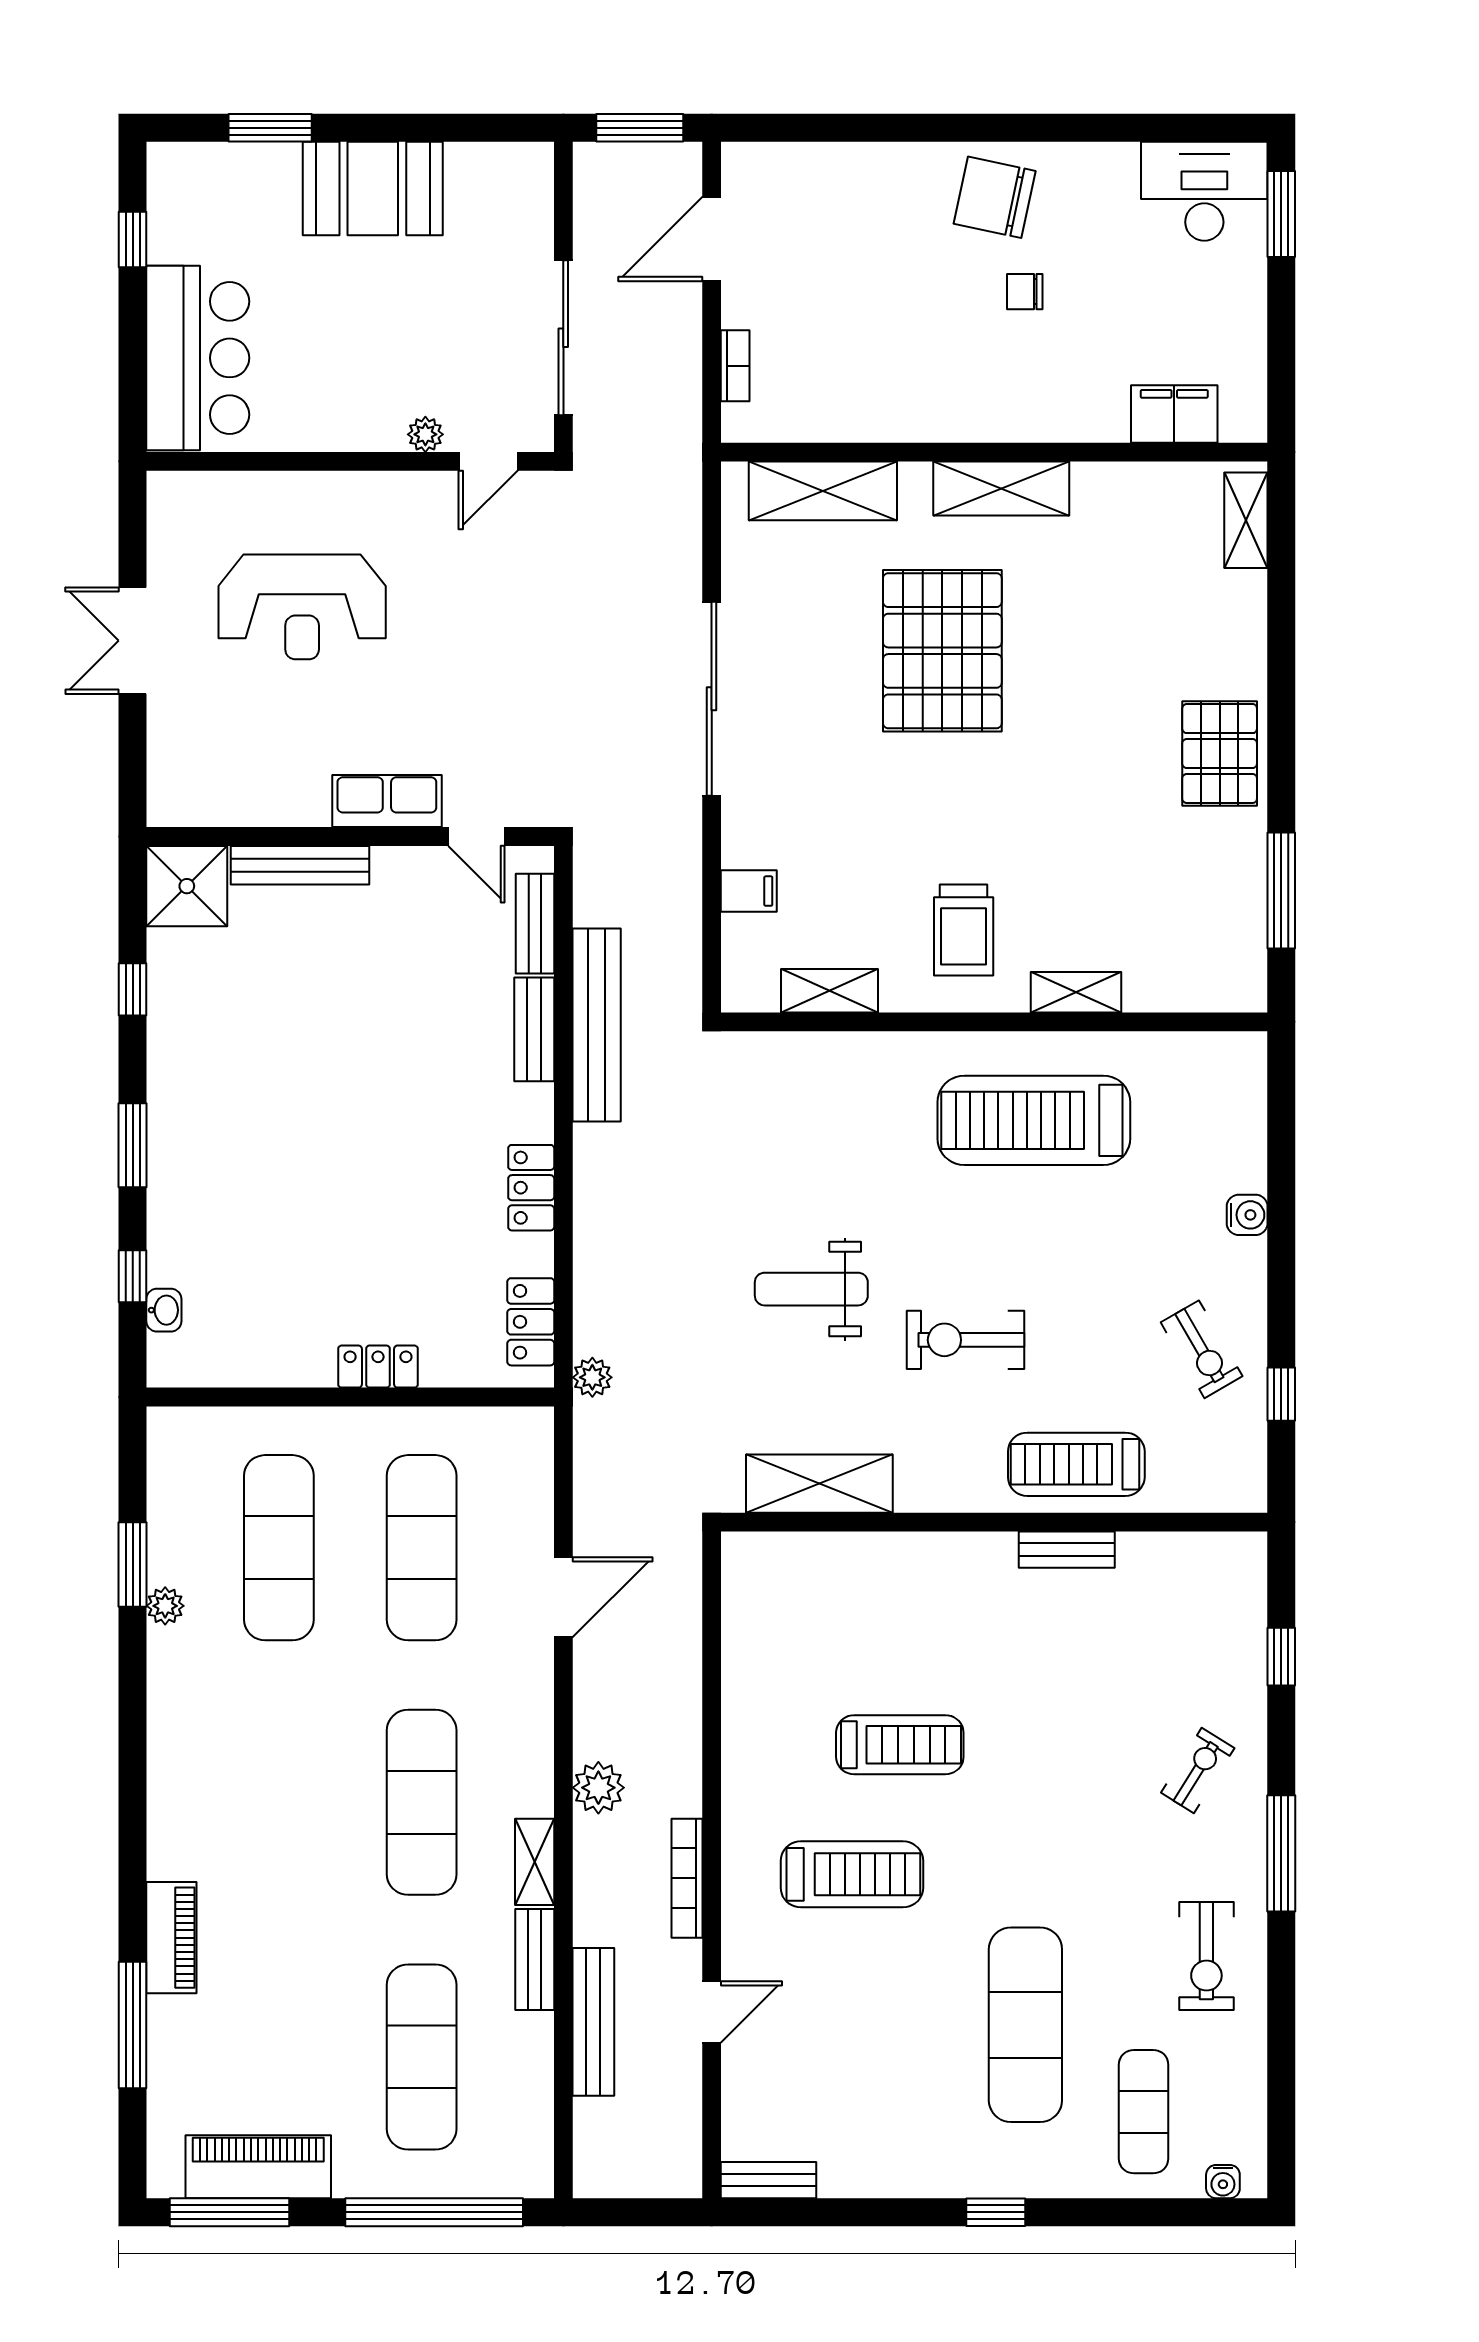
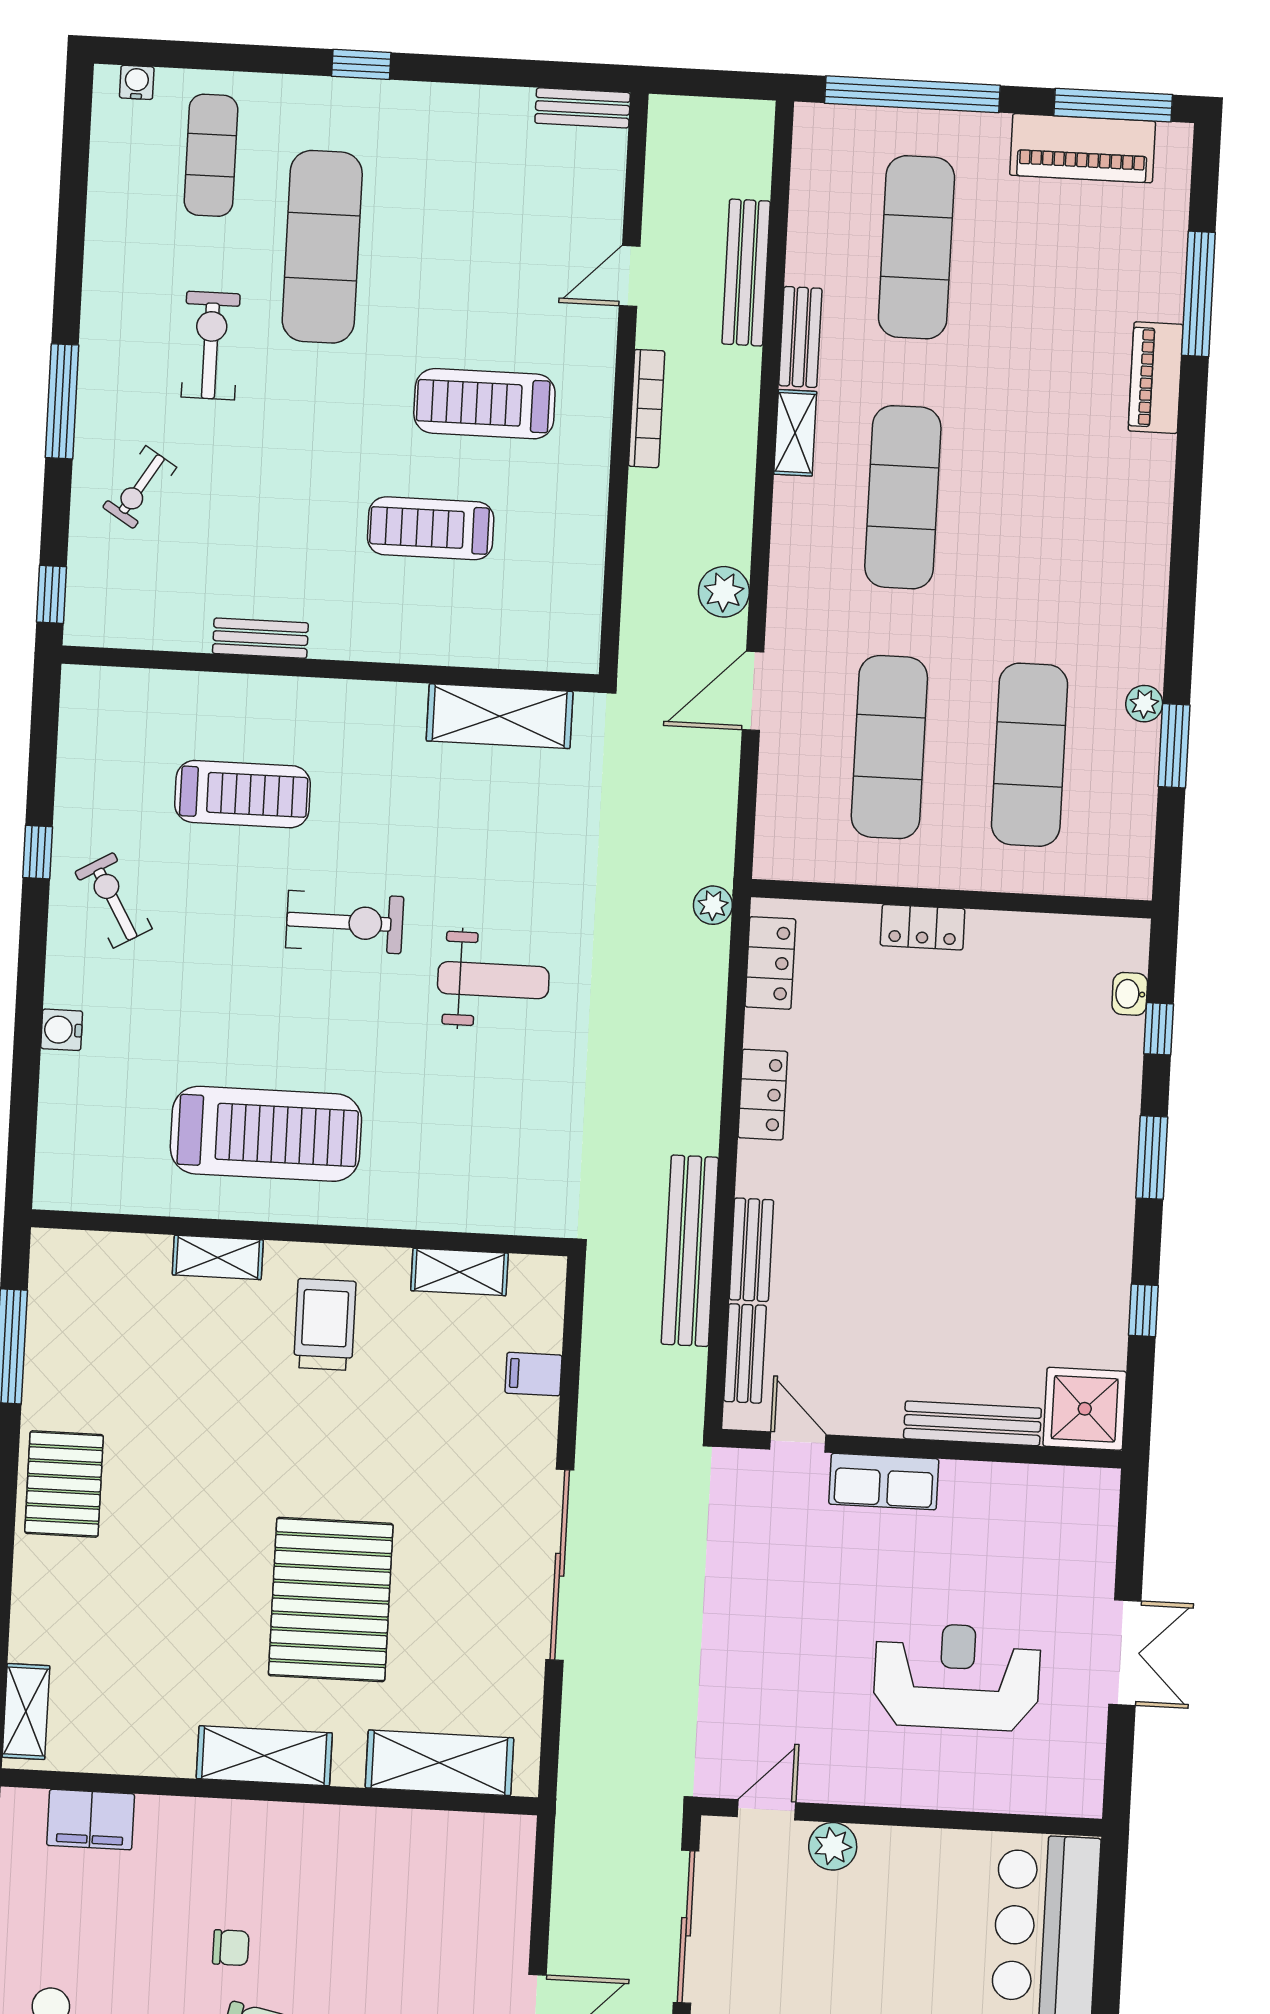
bookcase: (735, 366) -> (519, 1890), removed
plant: (425, 434) -> (833, 1846), width x1.38, depth x1.38
shelving: (819, 1484) -> (500, 716), moved
wall: (994, 1522) -> (330, 669), moved
bench: (1067, 1550) -> (260, 638), moved
plant: (598, 1788) -> (724, 592), moved
exercise bike: (1206, 1956) -> (211, 346), moved

